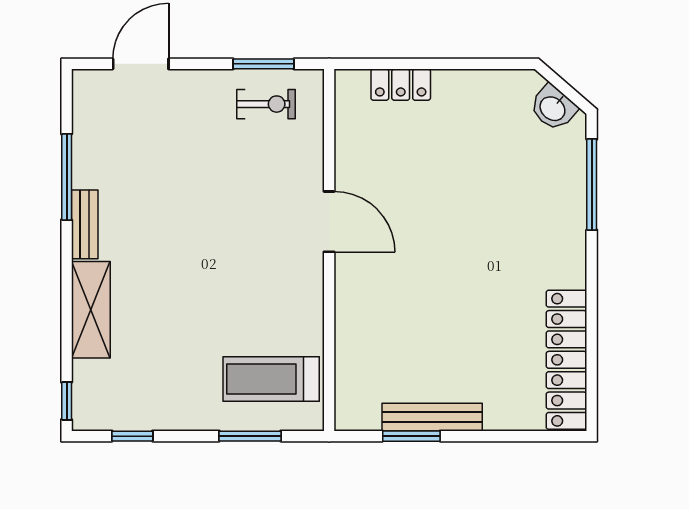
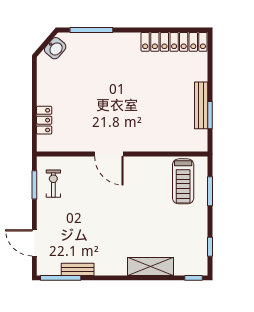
window: (67, 177) -> (61, 278), moved
door: (329, 222) -> (109, 154), swing flipped
bench: (85, 224) -> (78, 269), moved

